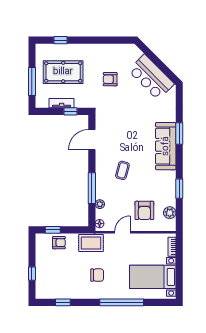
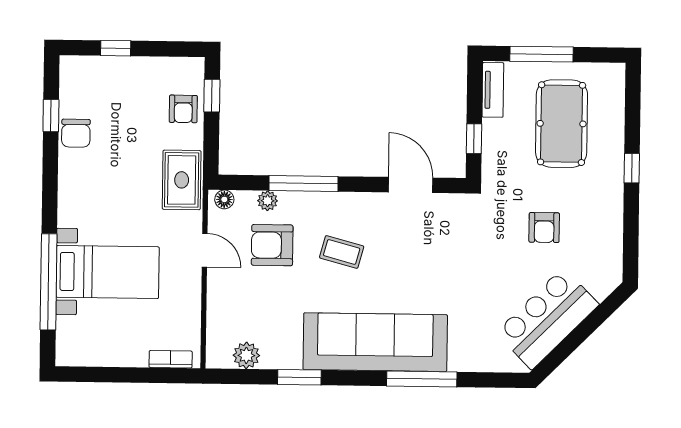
window: (60, 40) -> (632, 168), moved
armchair: (110, 79) -> (544, 228), turned 180
tv unit: (62, 103) -> (493, 90), moved
window: (179, 133) -> (422, 379), width x1.44
sofa: (166, 146) -> (375, 342), width x1.36, depth x1.27
armchair: (144, 210) -> (272, 245), moved
chair: (97, 275) -> (76, 133), moved
bed with nightstands: (153, 277) -> (108, 272), moved, turned 90
window: (122, 302) -> (49, 282), moved

